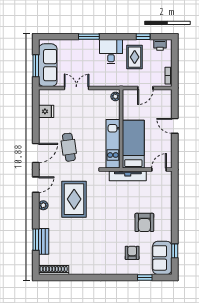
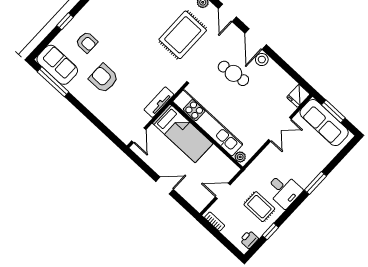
door: (145, 88) -> (223, 191), hinge flipped
fridge: (46, 111) -> (298, 96), moved
stool: (45, 138) -> (262, 60), added
kitchen unit: (113, 144) -> (208, 123), width x1.36
tv unit: (128, 176) -> (159, 102), width x0.71
rug: (74, 199) -> (183, 35), turned 90
window: (175, 251) -> (53, 82), width x2.17
window: (145, 278) -> (65, 21), moved

